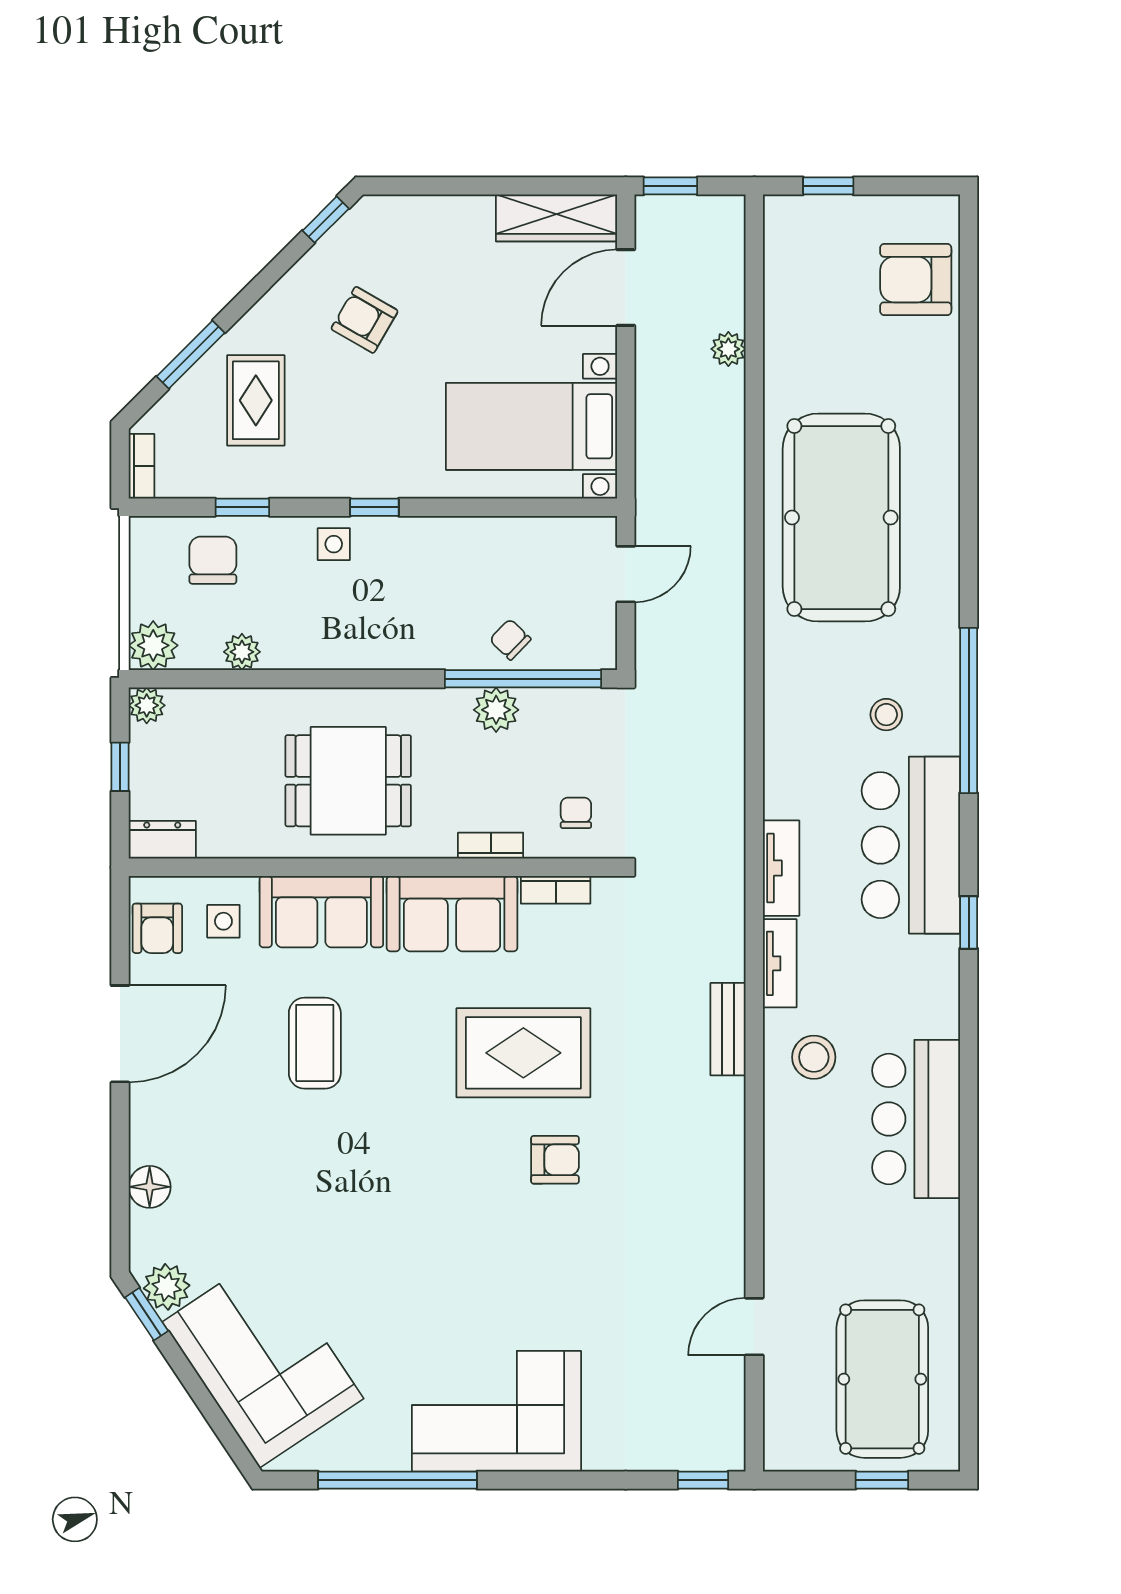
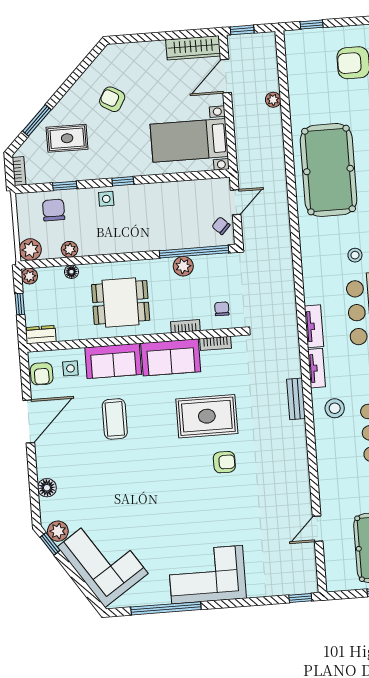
window: (326, 220) -> (92, 56), removed
rug: (256, 400) -> (67, 138), turned 90
chair: (510, 639) -> (221, 226), moved
floor lamp: (242, 703) -> (71, 272), added

